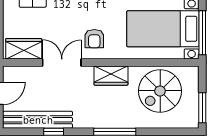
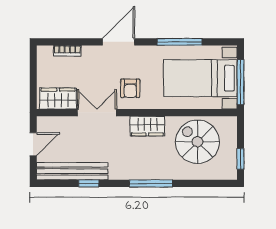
spiral stairs: (160, 91) -> (197, 142), turned 90
window: (202, 108) -> (240, 159), width x0.67

